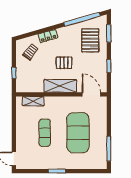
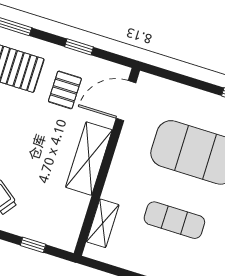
pallet: (64, 63) -> (65, 90), moved

